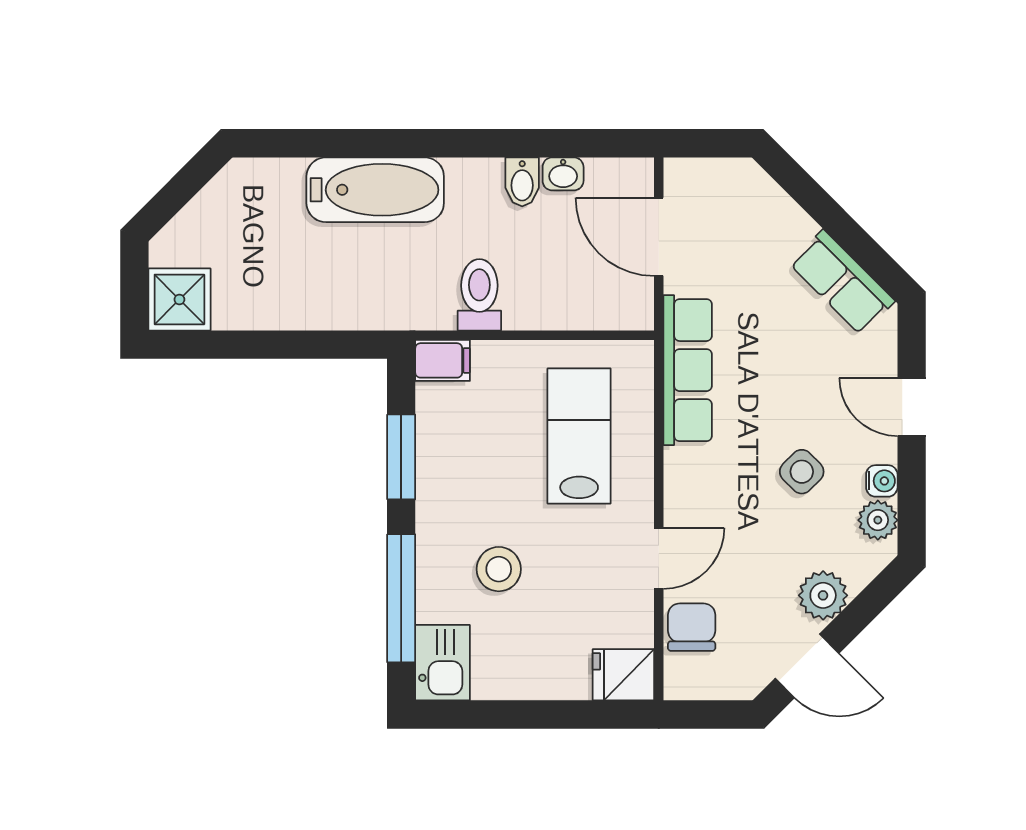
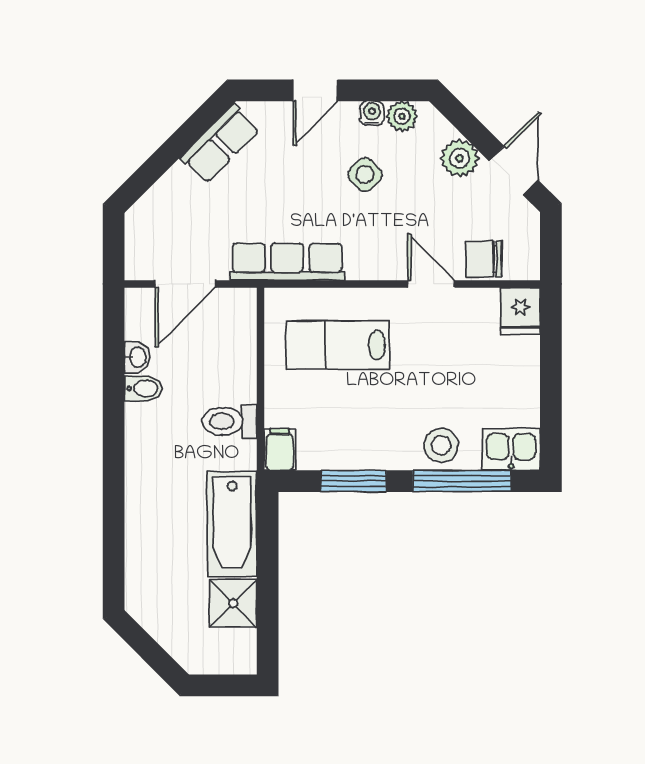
bathtub: (375, 190) -> (232, 524), moved, turned 180
shower: (179, 299) -> (233, 603), moved
stool: (499, 569) -> (441, 445), moved

